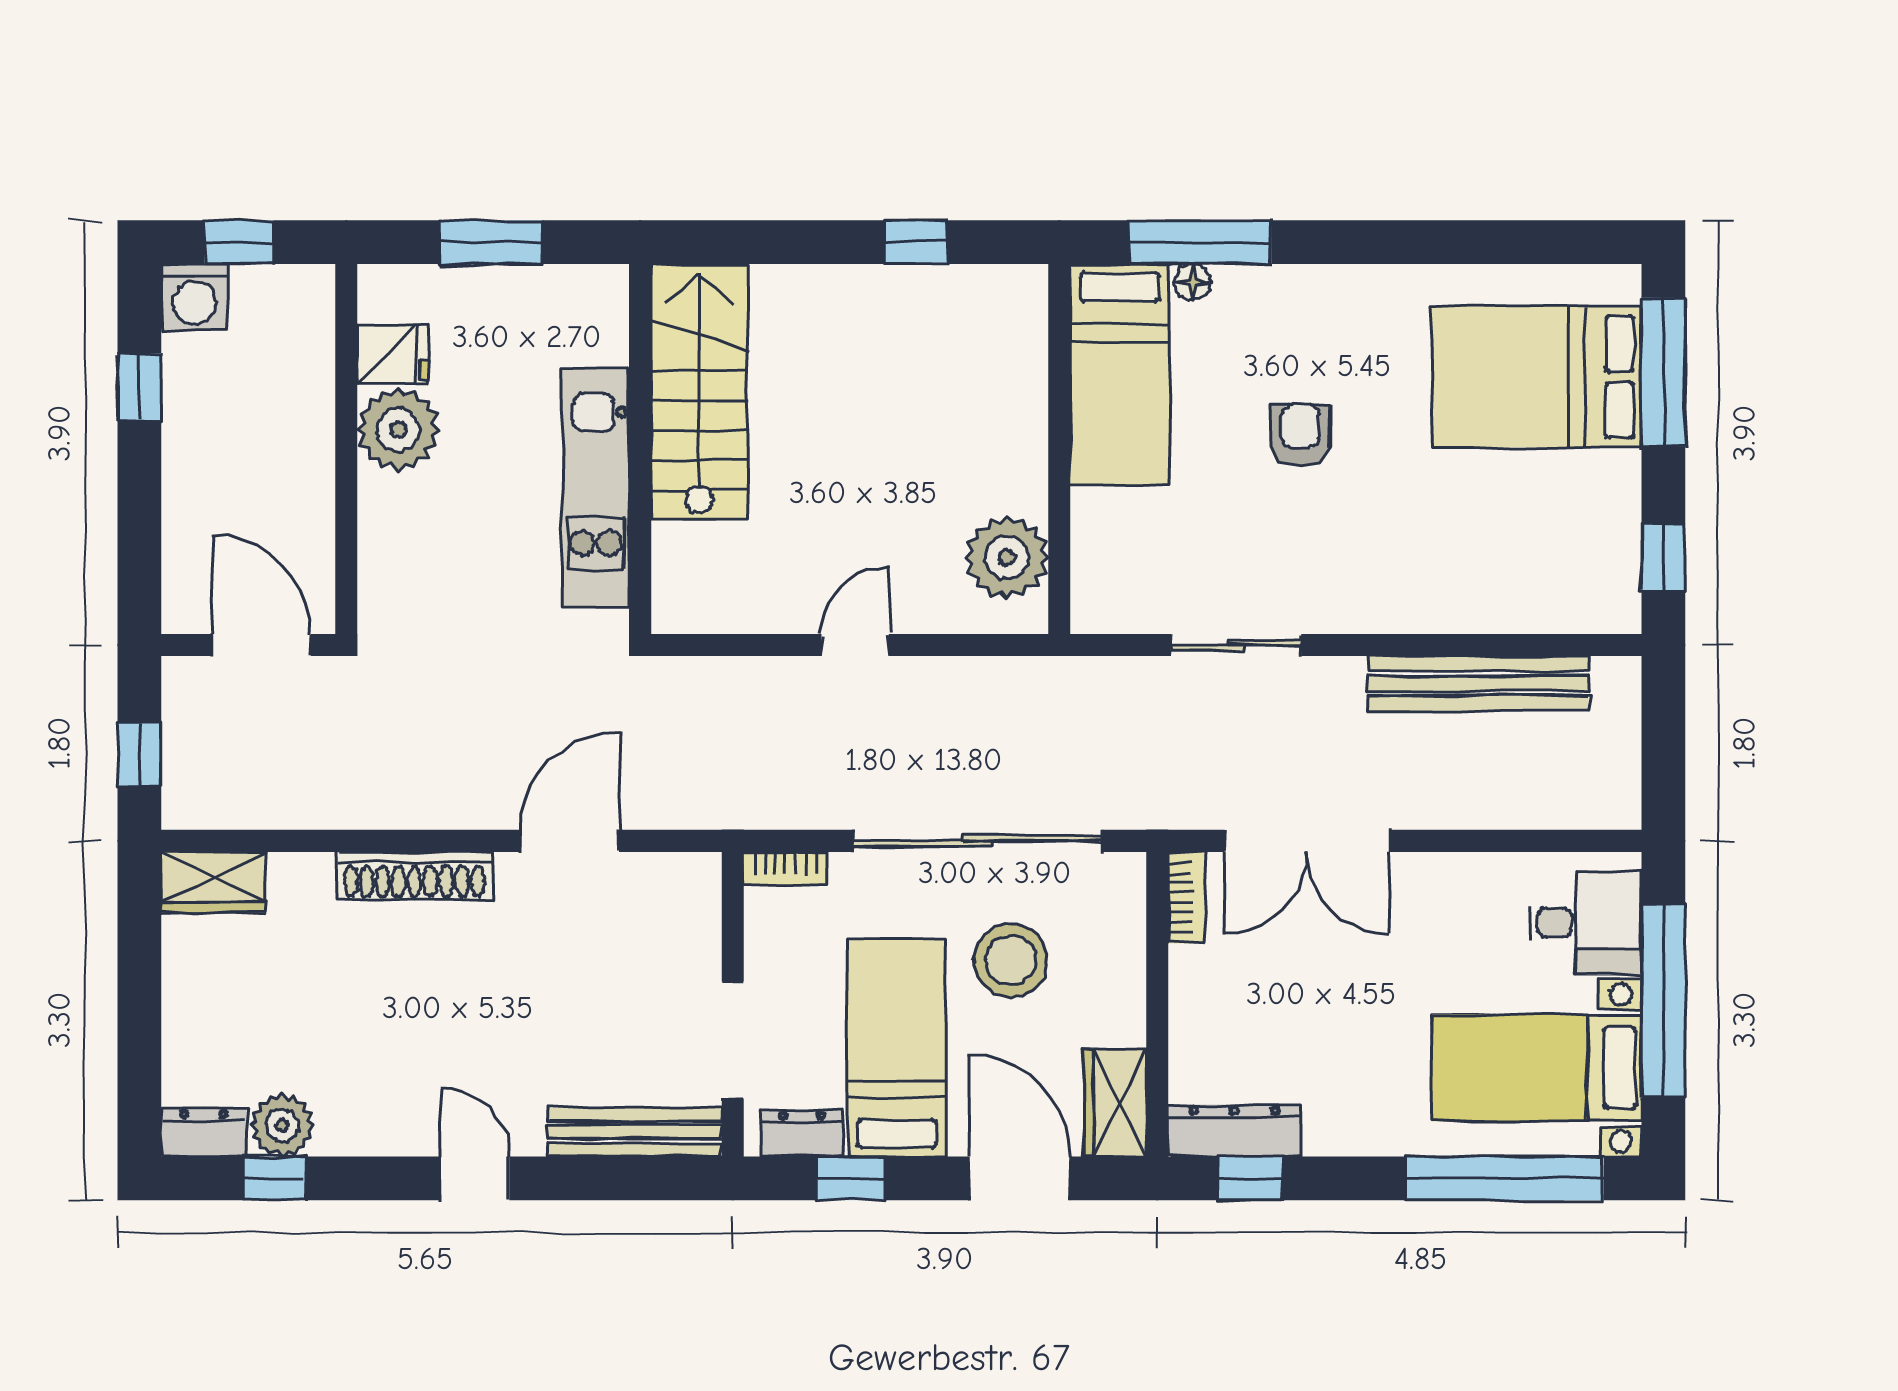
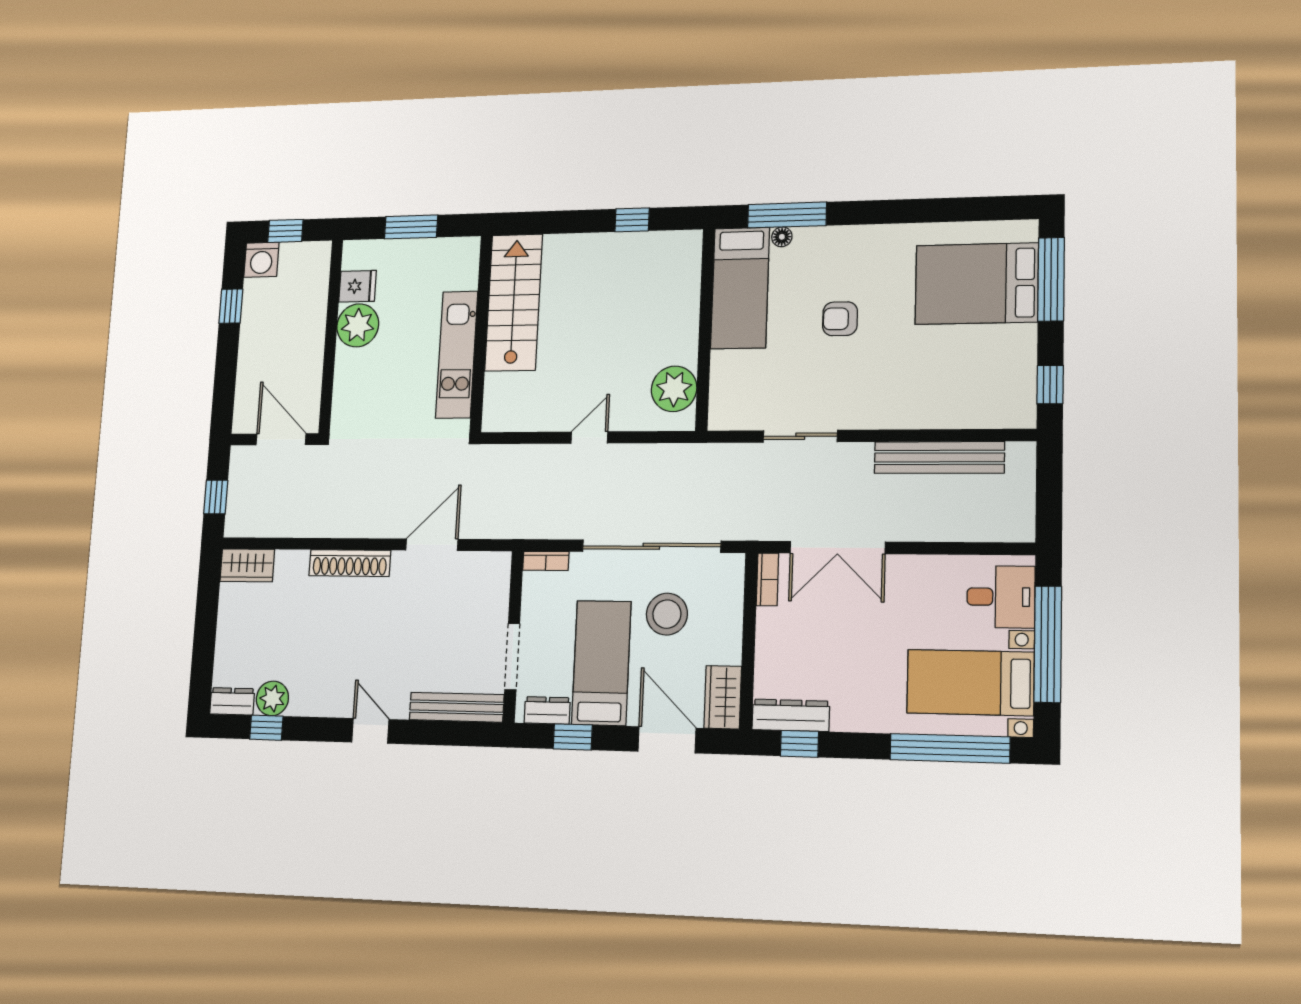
armchair: (1301, 435) -> (840, 319), turned -90

